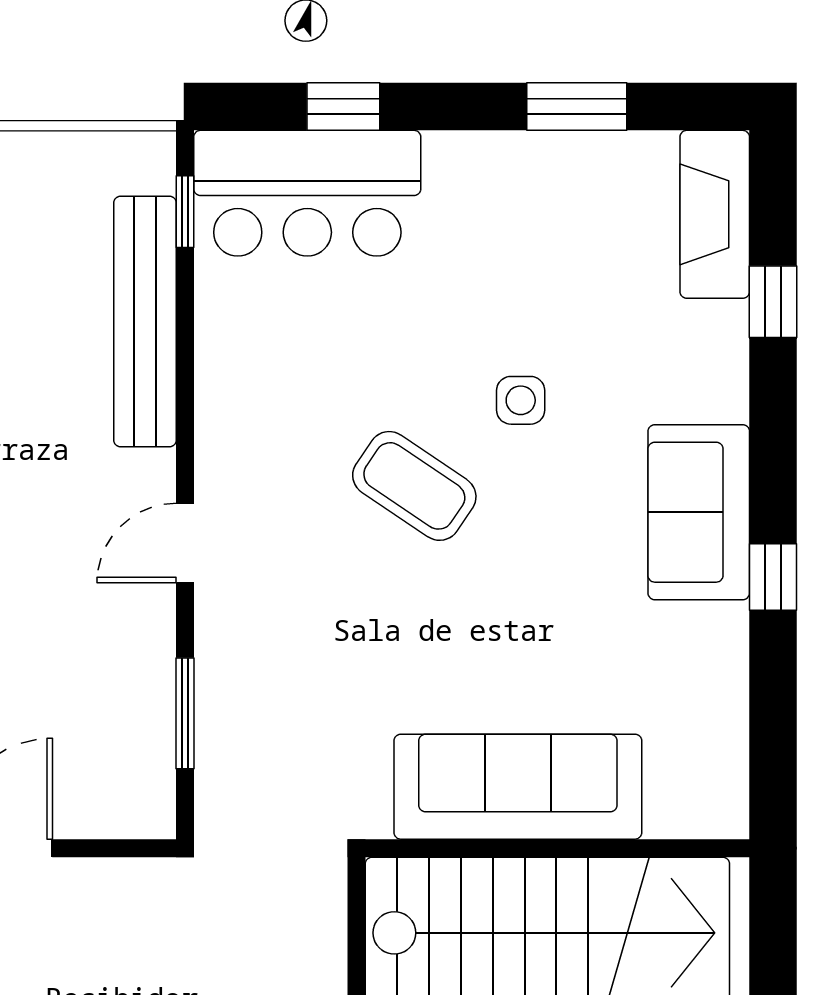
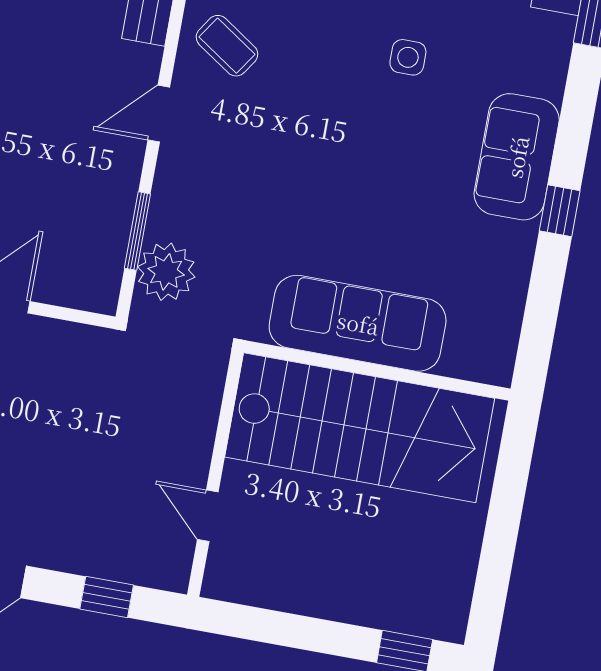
coffee table: (414, 486) -> (227, 46), moved, width x0.73, depth x0.77
plant: (236, 763) -> (166, 272), added

